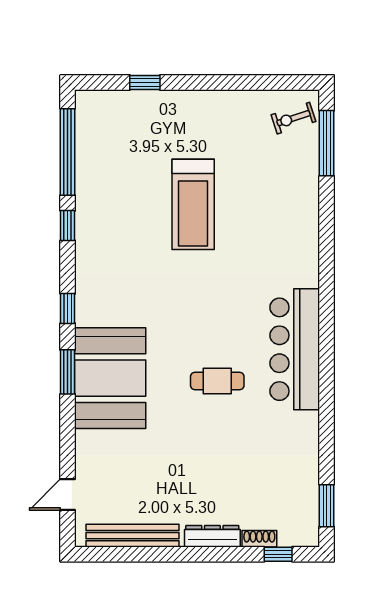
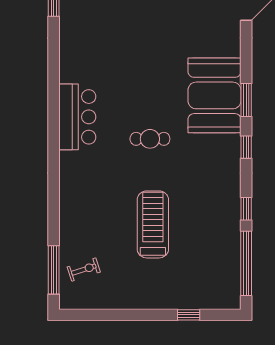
exercise bike: (293, 118) -> (84, 270), moved
bar counter: (295, 349) -> (77, 117), width x0.73
cafe table: (217, 381) -> (150, 139), moved

